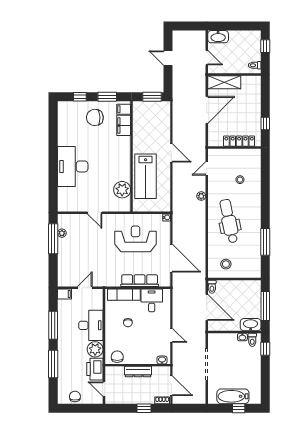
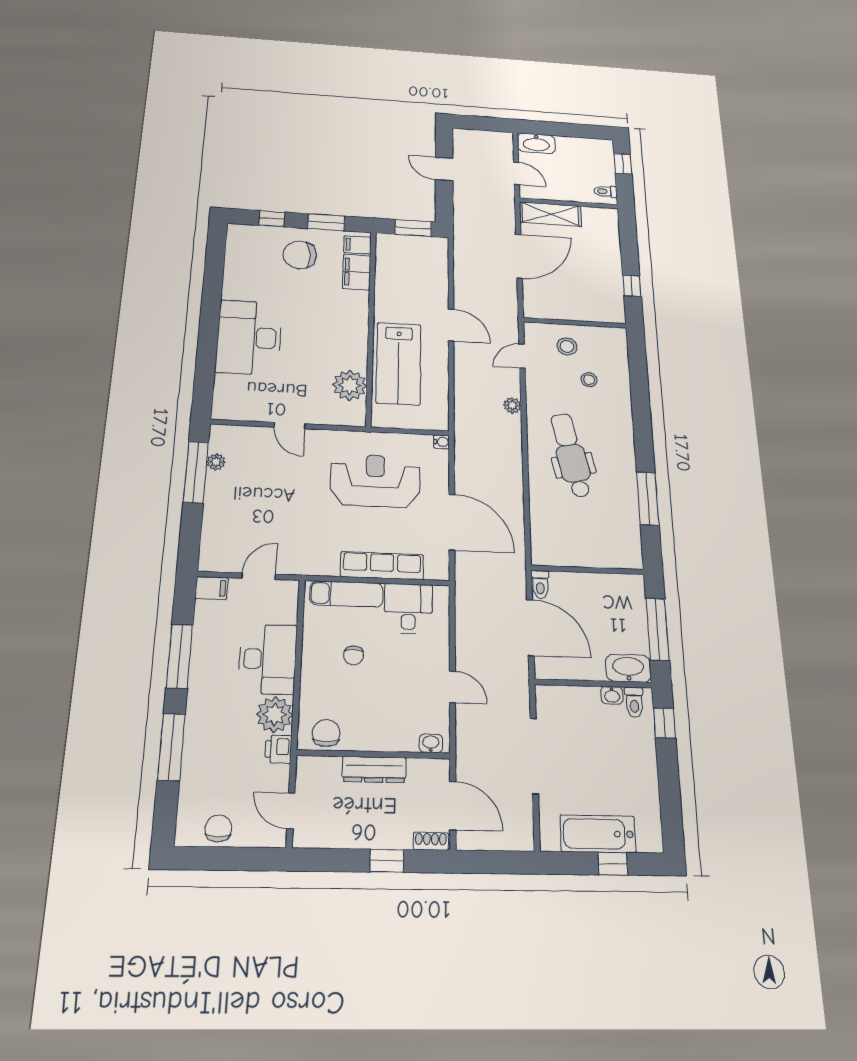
locker: (239, 141) -> (584, 312), removed
stool: (226, 264) -> (567, 346), moved
printer: (95, 369) -> (278, 749), width x0.53, depth x0.68

